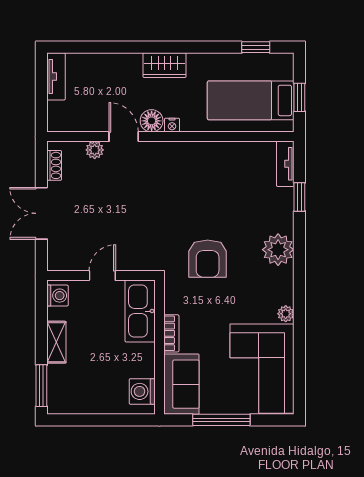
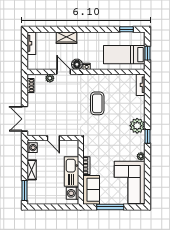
wardrobe: (164, 65) -> (67, 38), moved
window: (299, 197) -> (147, 136), moved
coffee table: (194, 203) -> (97, 103), added
double door: (41, 213) -> (24, 119), moved
armchair: (208, 259) -> (104, 130), removed
door: (102, 275) -> (53, 138), swing flipped
kitchen sink: (140, 311) -> (71, 171), moved

